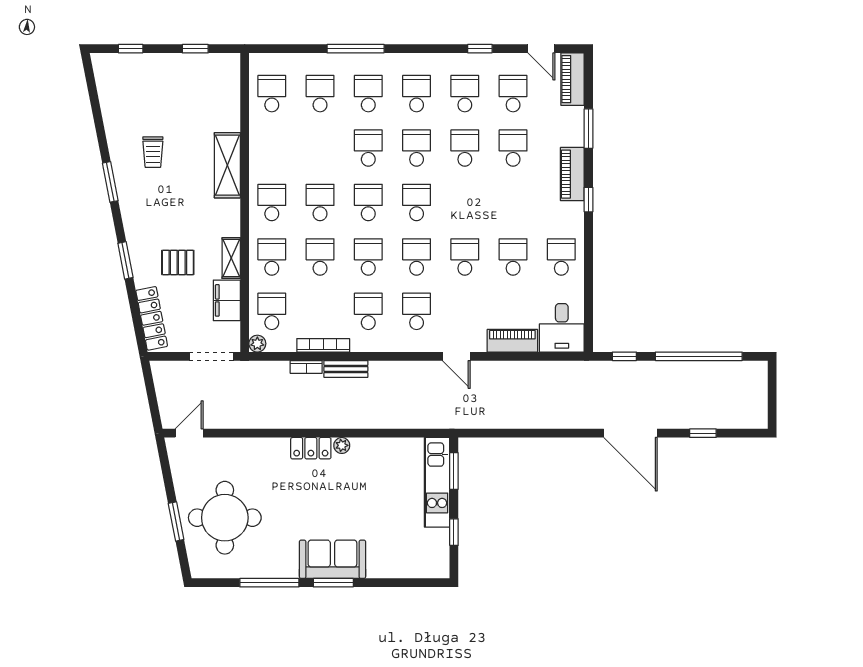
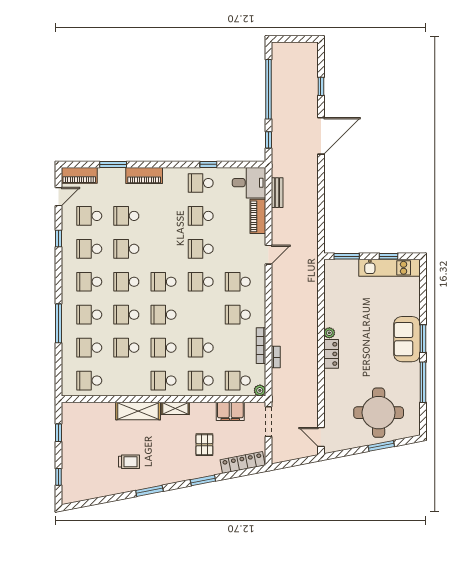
window: (589, 200) -> (208, 164), moved
school desk: (368, 257) -> (126, 348), moved
shelving: (231, 258) -> (175, 408), moved
bench: (346, 369) -> (277, 193), moved
kitchen unit: (437, 482) -> (389, 268), moved

